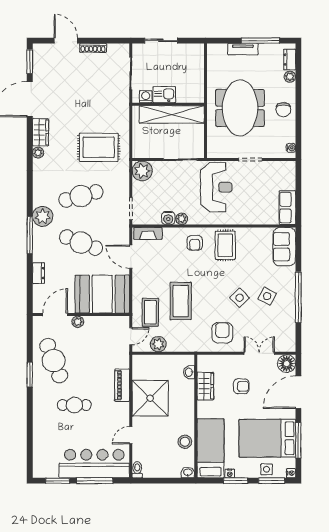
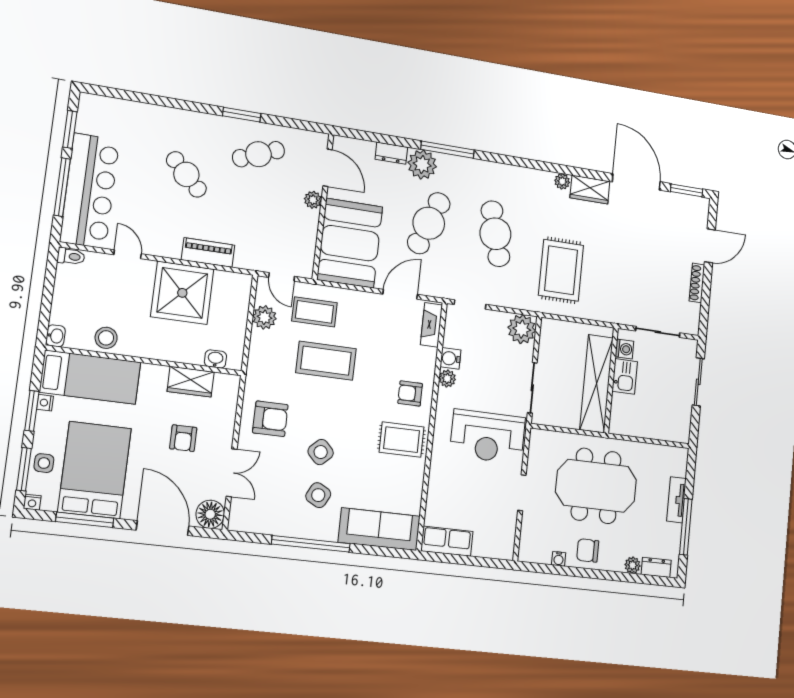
water cooler: (291, 148) -> (559, 559), moved
plant: (43, 216) -> (422, 165), moved
sofa: (284, 247) -> (379, 529), width x1.36
cafe table: (54, 361) -> (258, 154), width x0.73, depth x0.74
cafe table: (74, 405) -> (186, 174), turned -45

